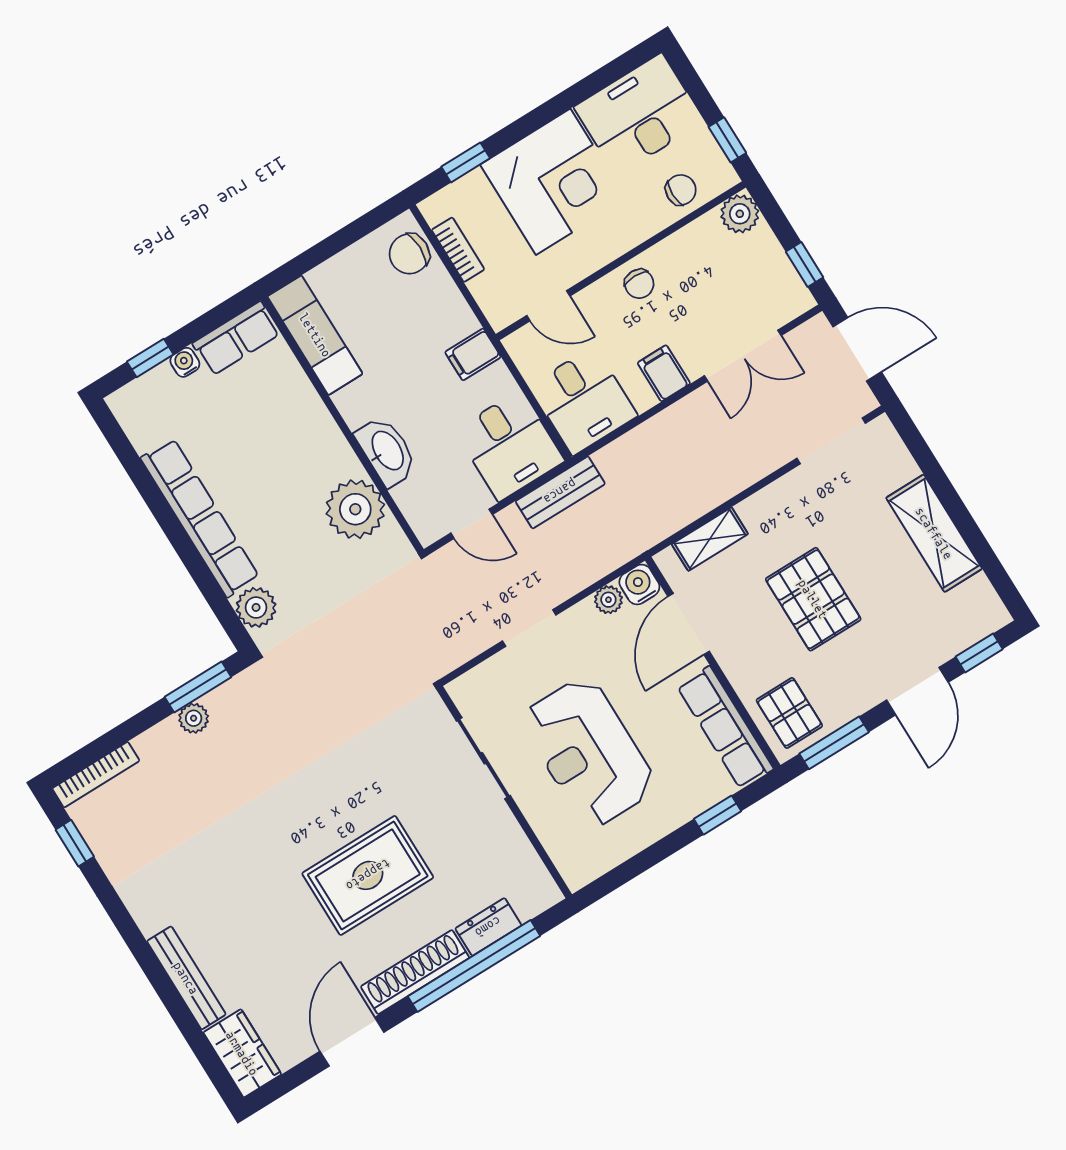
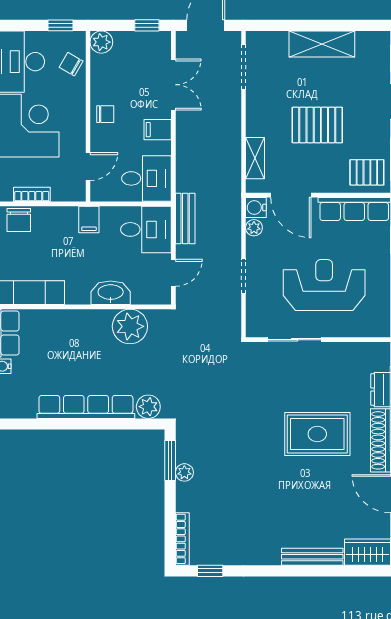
chair: (681, 190) -> (71, 64), turned -60
reception desk: (589, 752) -> (324, 285), turned 180
rug: (368, 875) -> (317, 434), turned 90

